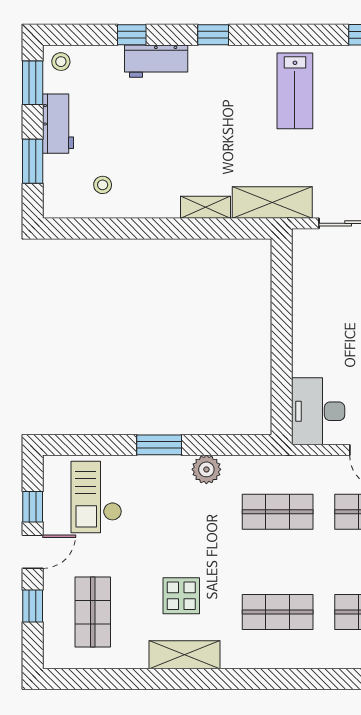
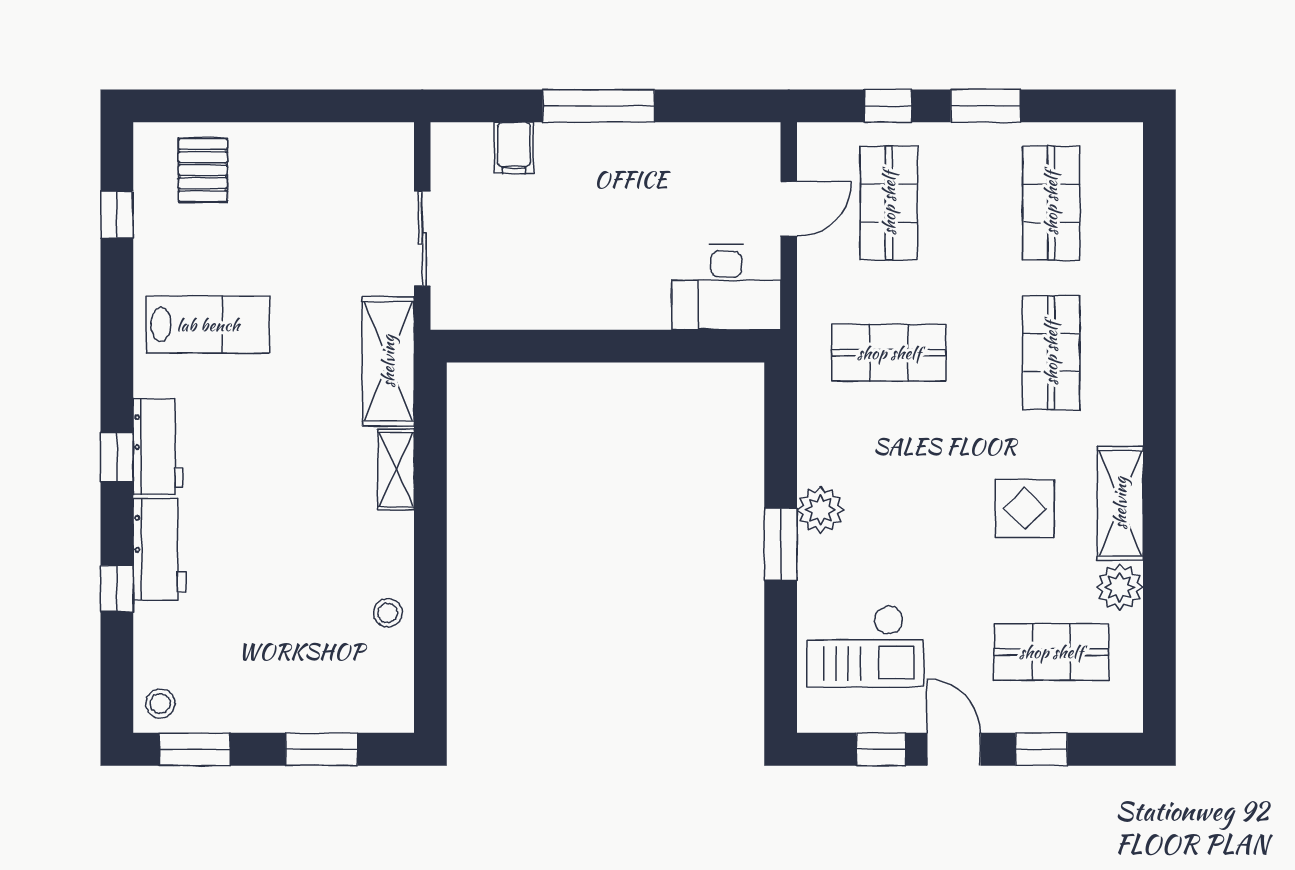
workbench: (58, 124) -> (158, 447), moved, turned 90
stool: (103, 185) -> (388, 613), moved
plant: (206, 469) -> (820, 510), moved
shop shelf: (278, 512) -> (889, 353), turned 90
plant: (133, 654) -> (1120, 587), added

